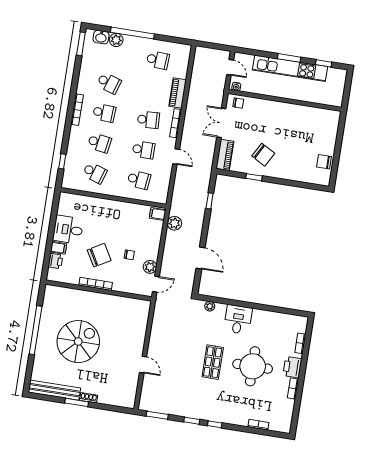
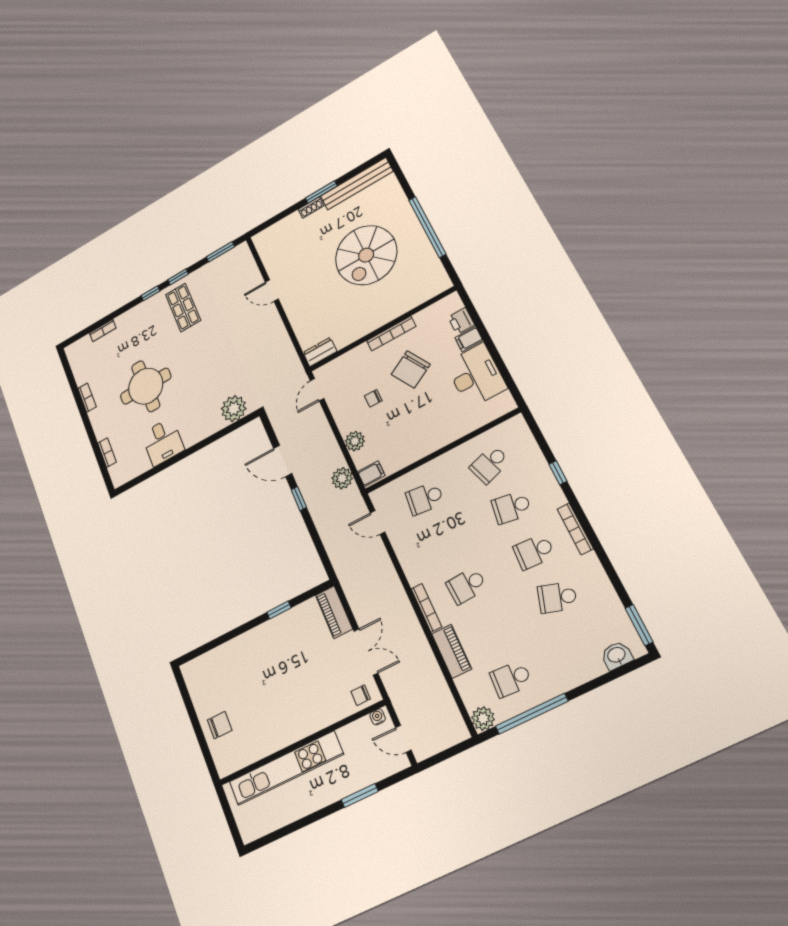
window: (132, 33) -> (532, 714), moved
plant: (116, 40) -> (483, 719), moved
window: (289, 58) -> (360, 795), moved
window: (324, 63) -> (281, 833), removed
kitchen unit: (290, 68) -> (286, 768), moved, turned 180
school desk: (144, 150) -> (445, 541), removed
chair: (263, 155) -> (285, 648), removed
door: (176, 156) -> (378, 523), moved
window: (62, 161) -> (558, 473), moved
chair: (324, 162) -> (220, 725), moved
school desk: (95, 173) -> (490, 464), turned -36
window: (210, 201) -> (299, 499), moved
desk: (68, 230) -> (476, 376), width x1.37
plant: (150, 267) -> (355, 441), moved
dresser: (140, 305) -> (320, 352), added
plant: (210, 306) -> (234, 409), width x1.88, depth x1.88
desk: (238, 320) -> (163, 442), moved
shop shelf: (213, 362) -> (183, 307), moved
printer: (292, 367) -> (101, 420), removed

